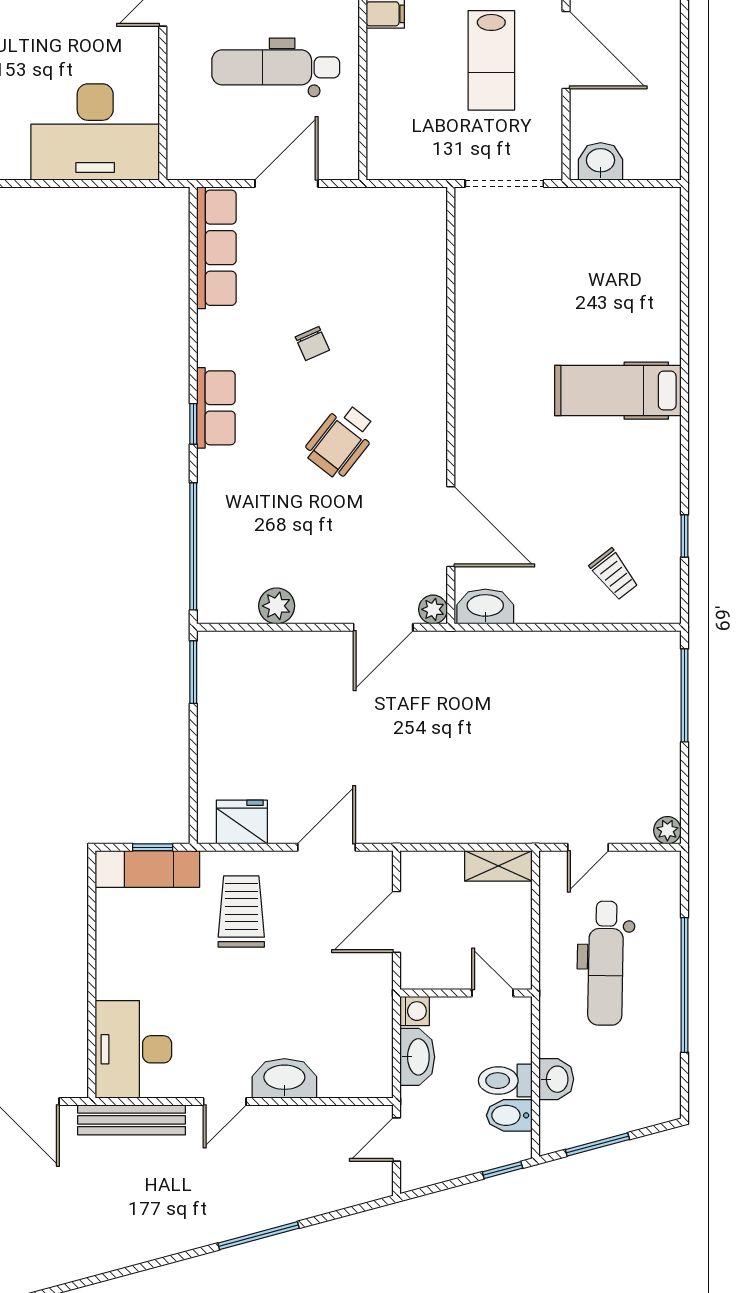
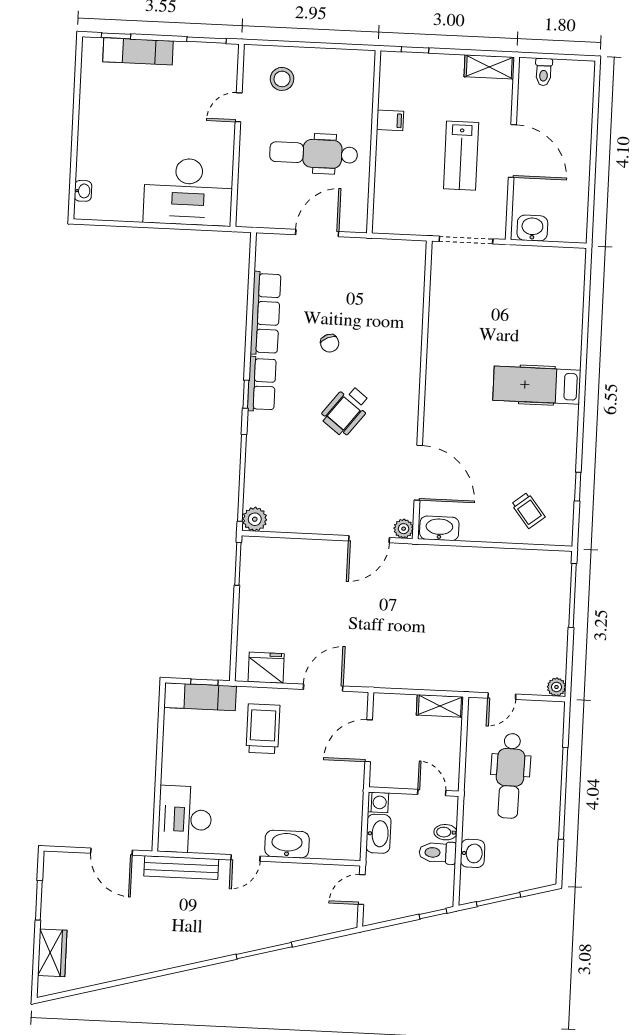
row of seats: (216, 248) -> (265, 313), moved
plant: (277, 606) -> (255, 519), moved
bidet: (509, 1115) -> (446, 832), moved, width x0.72, depth x0.74

